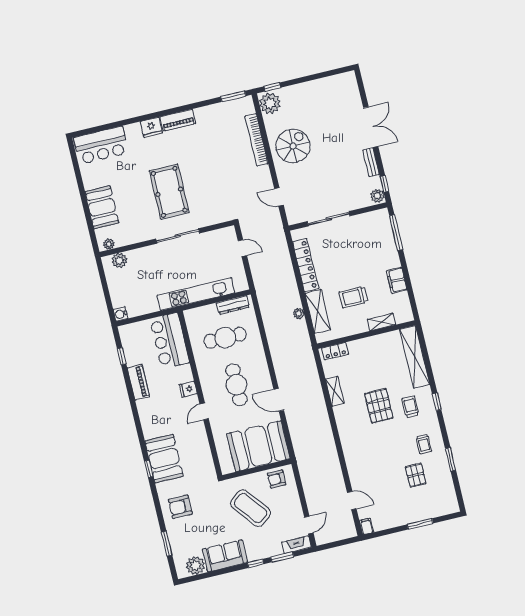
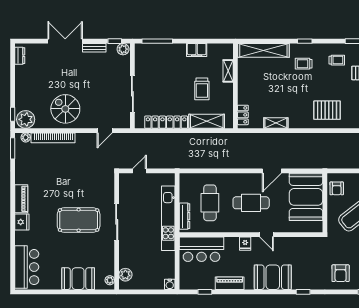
dresser: (341, 79) -> (20, 56), added
dresser: (233, 305) -> (185, 216), moved
plant: (299, 313) -> (26, 137), moved
pallet: (379, 406) -> (327, 110), moved
booth: (164, 459) -> (273, 277), moved

